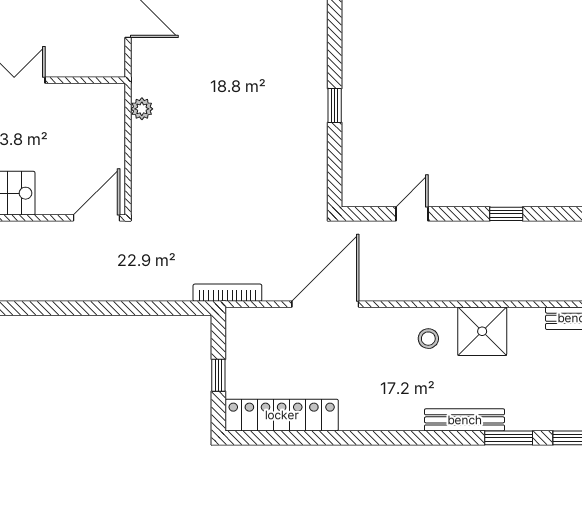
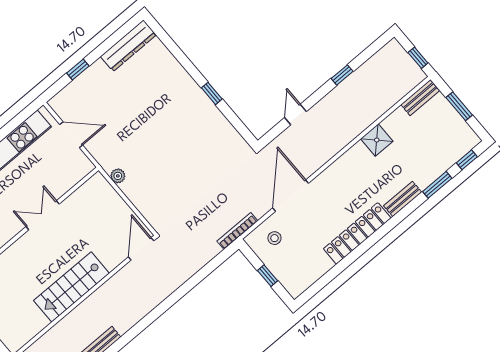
shower: (482, 331) -> (377, 140), width x0.73, depth x0.73
stool: (428, 339) -> (274, 238), moved
locker: (282, 415) -> (357, 233), moved
bench: (465, 420) -> (403, 199), width x0.73

